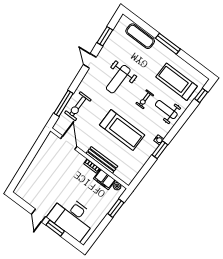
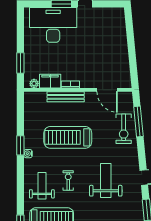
exercise bike: (78, 106) -> (124, 129), turned 180
weight bench: (166, 110) -> (42, 186), turned -90

